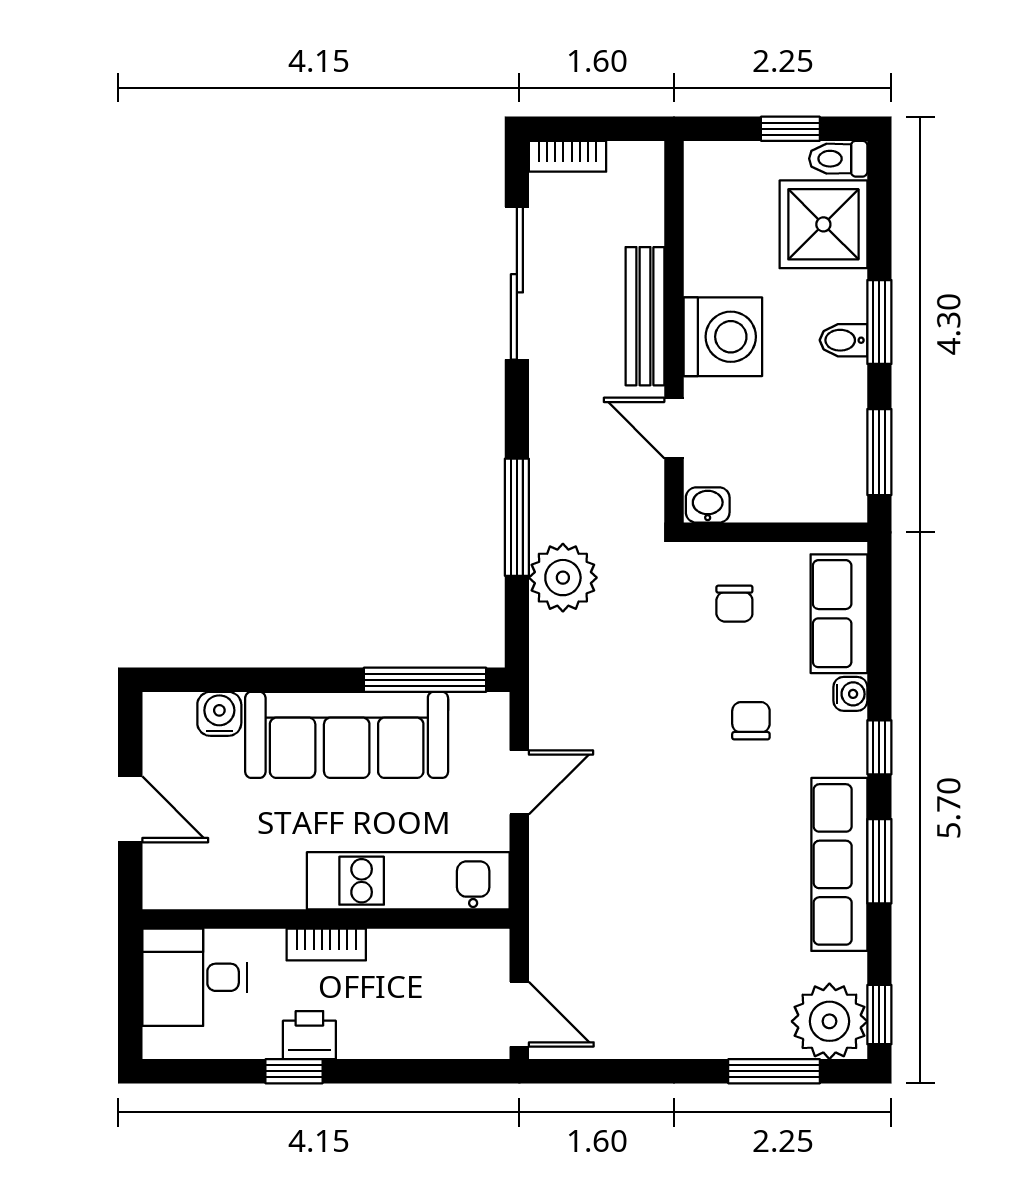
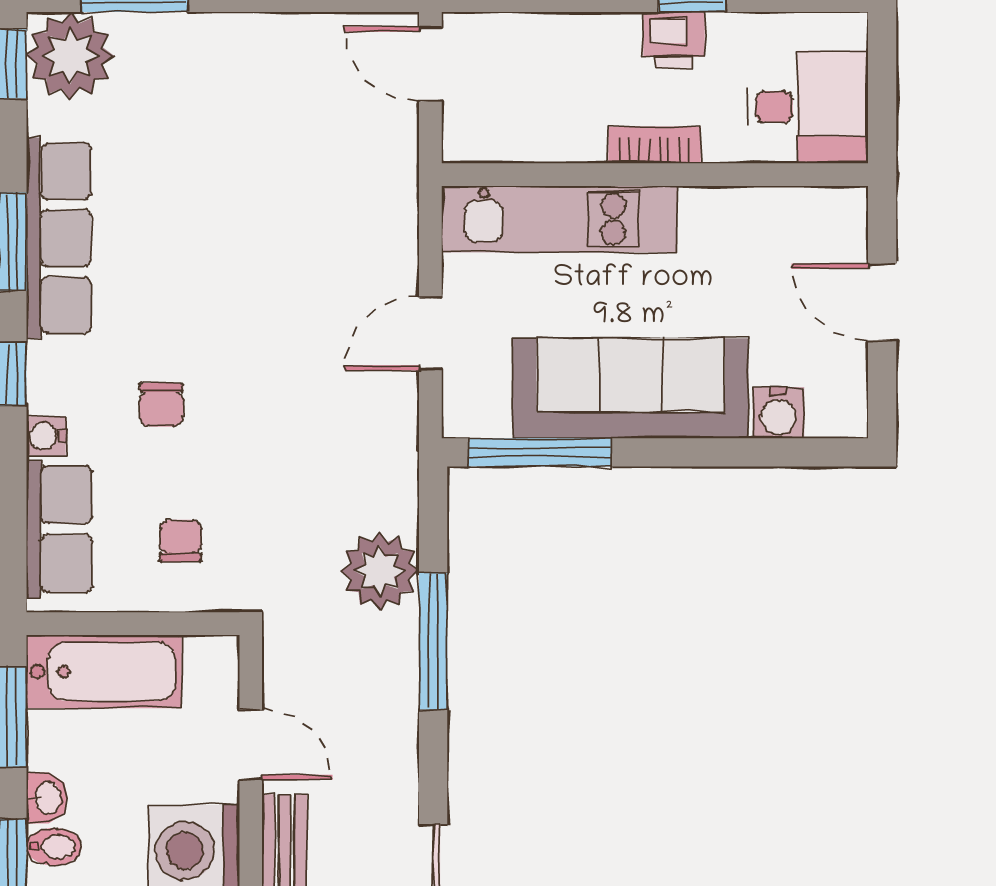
bathtub: (800, 491) -> (104, 671), added
washbasin: (708, 505) -> (47, 798), moved, turned -90

